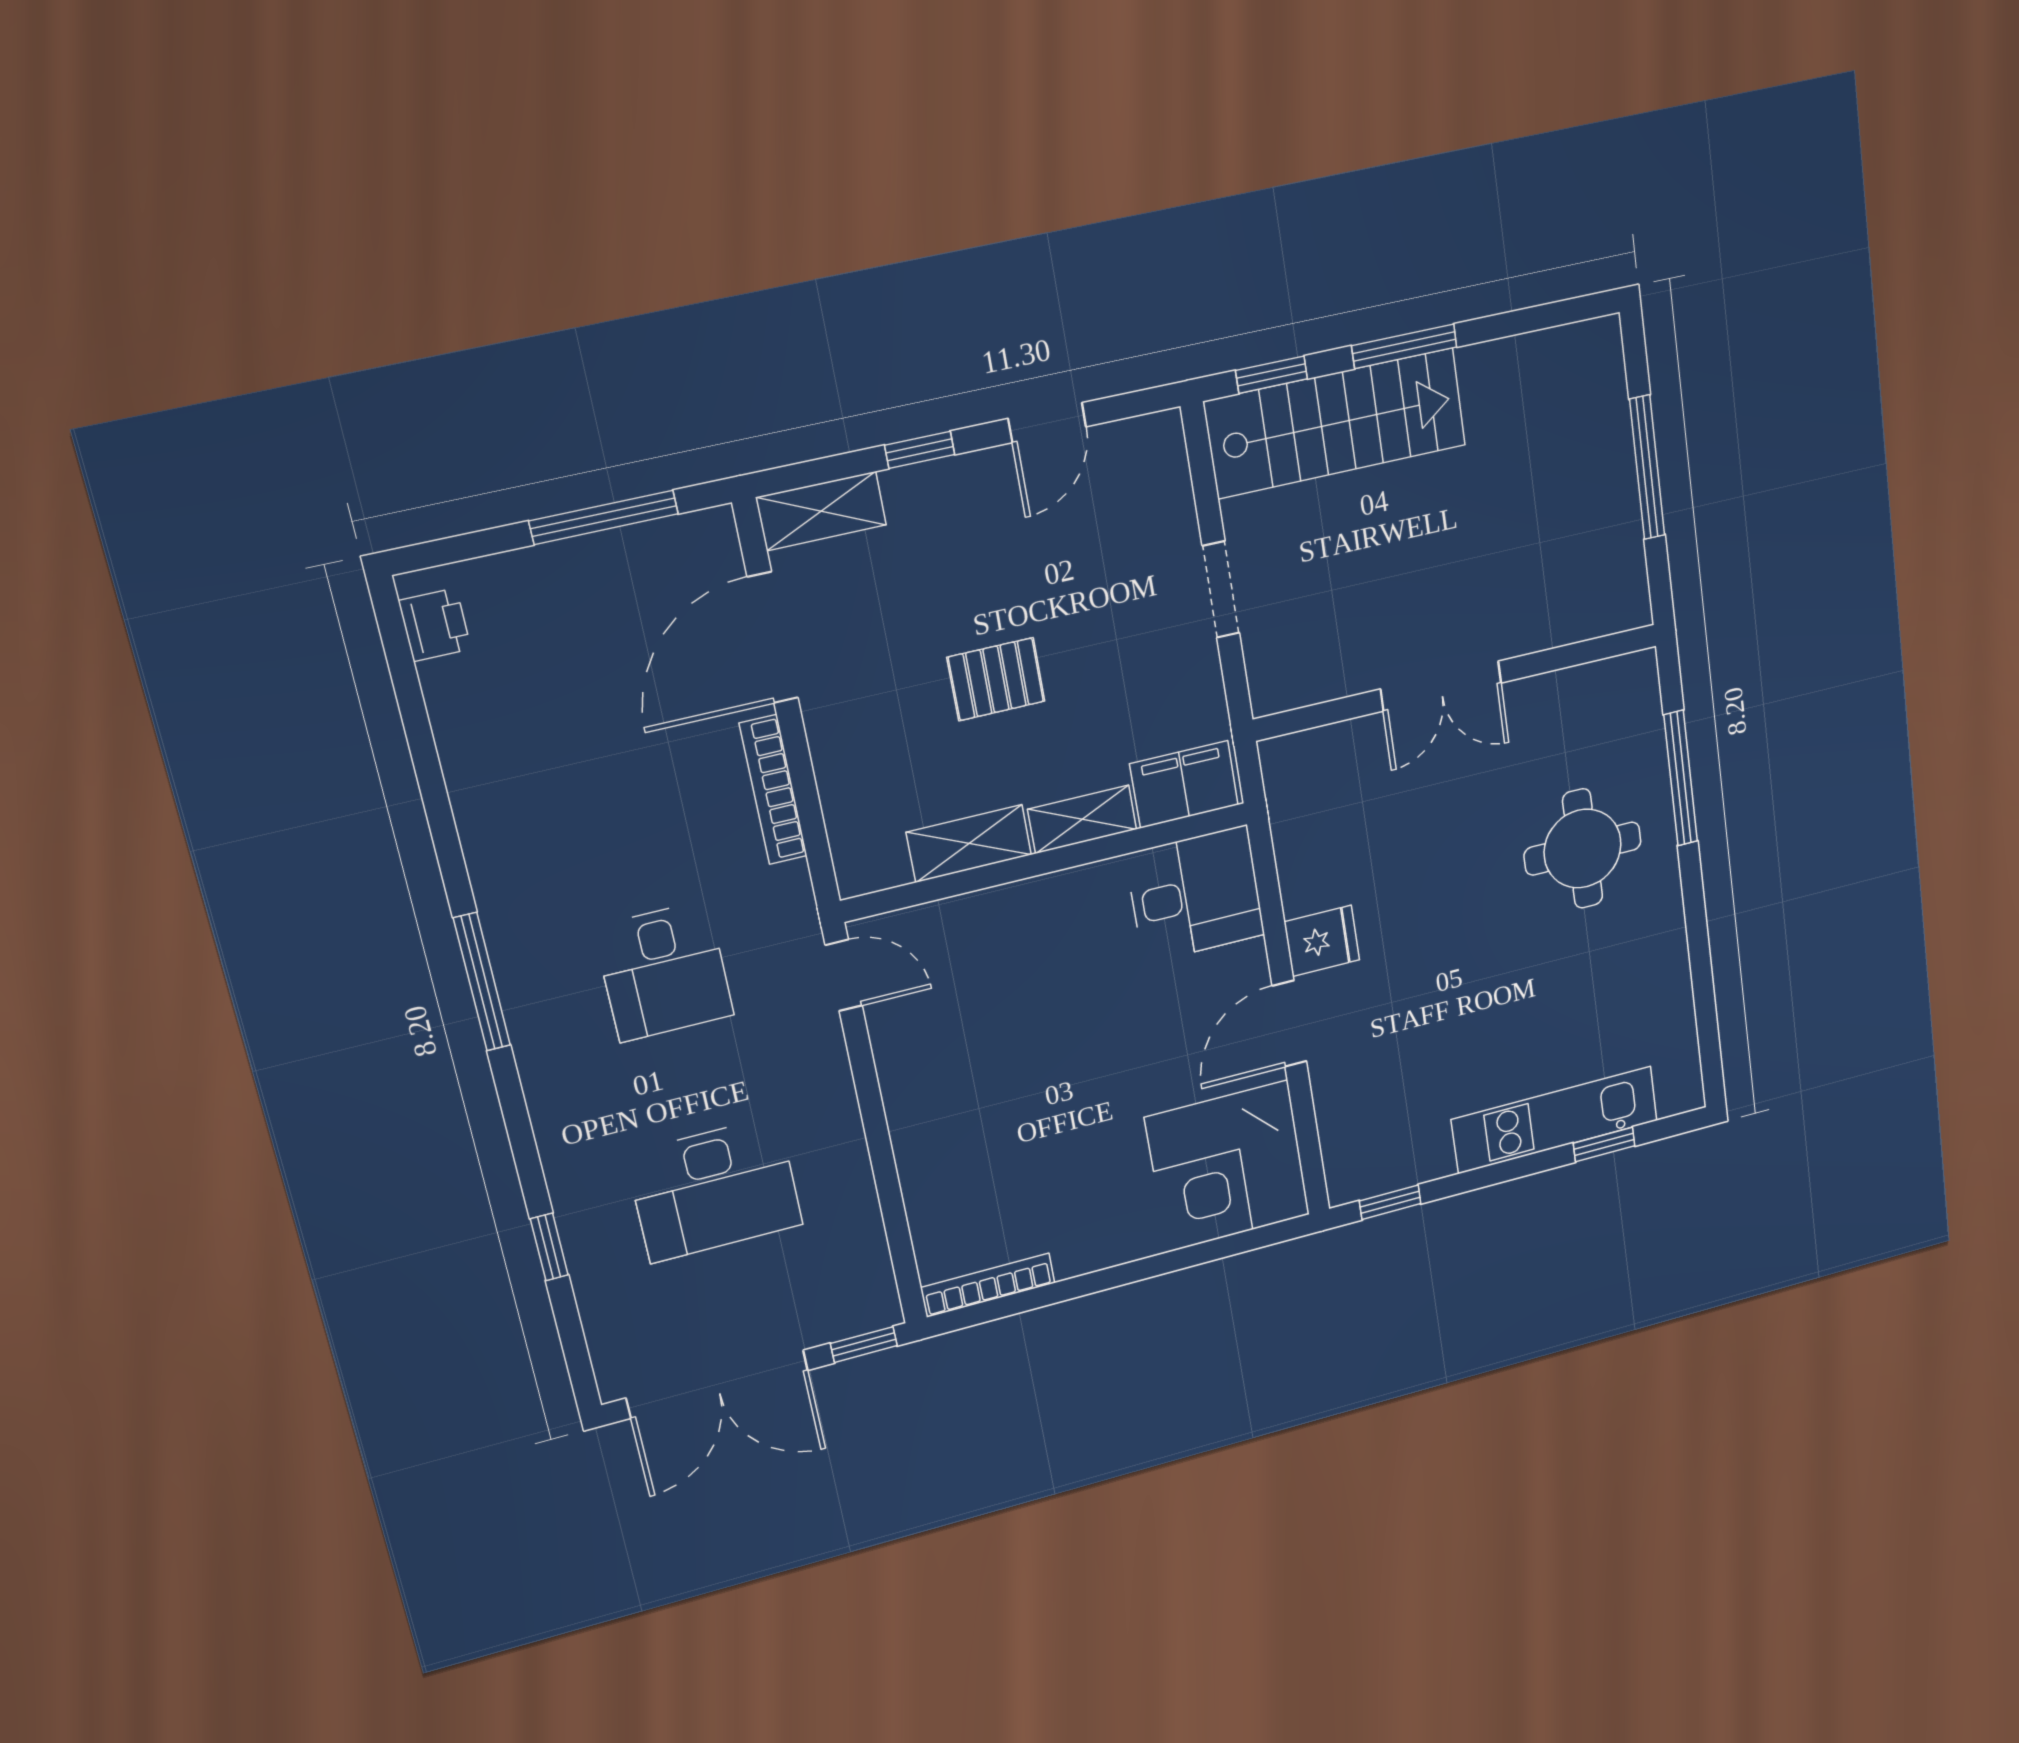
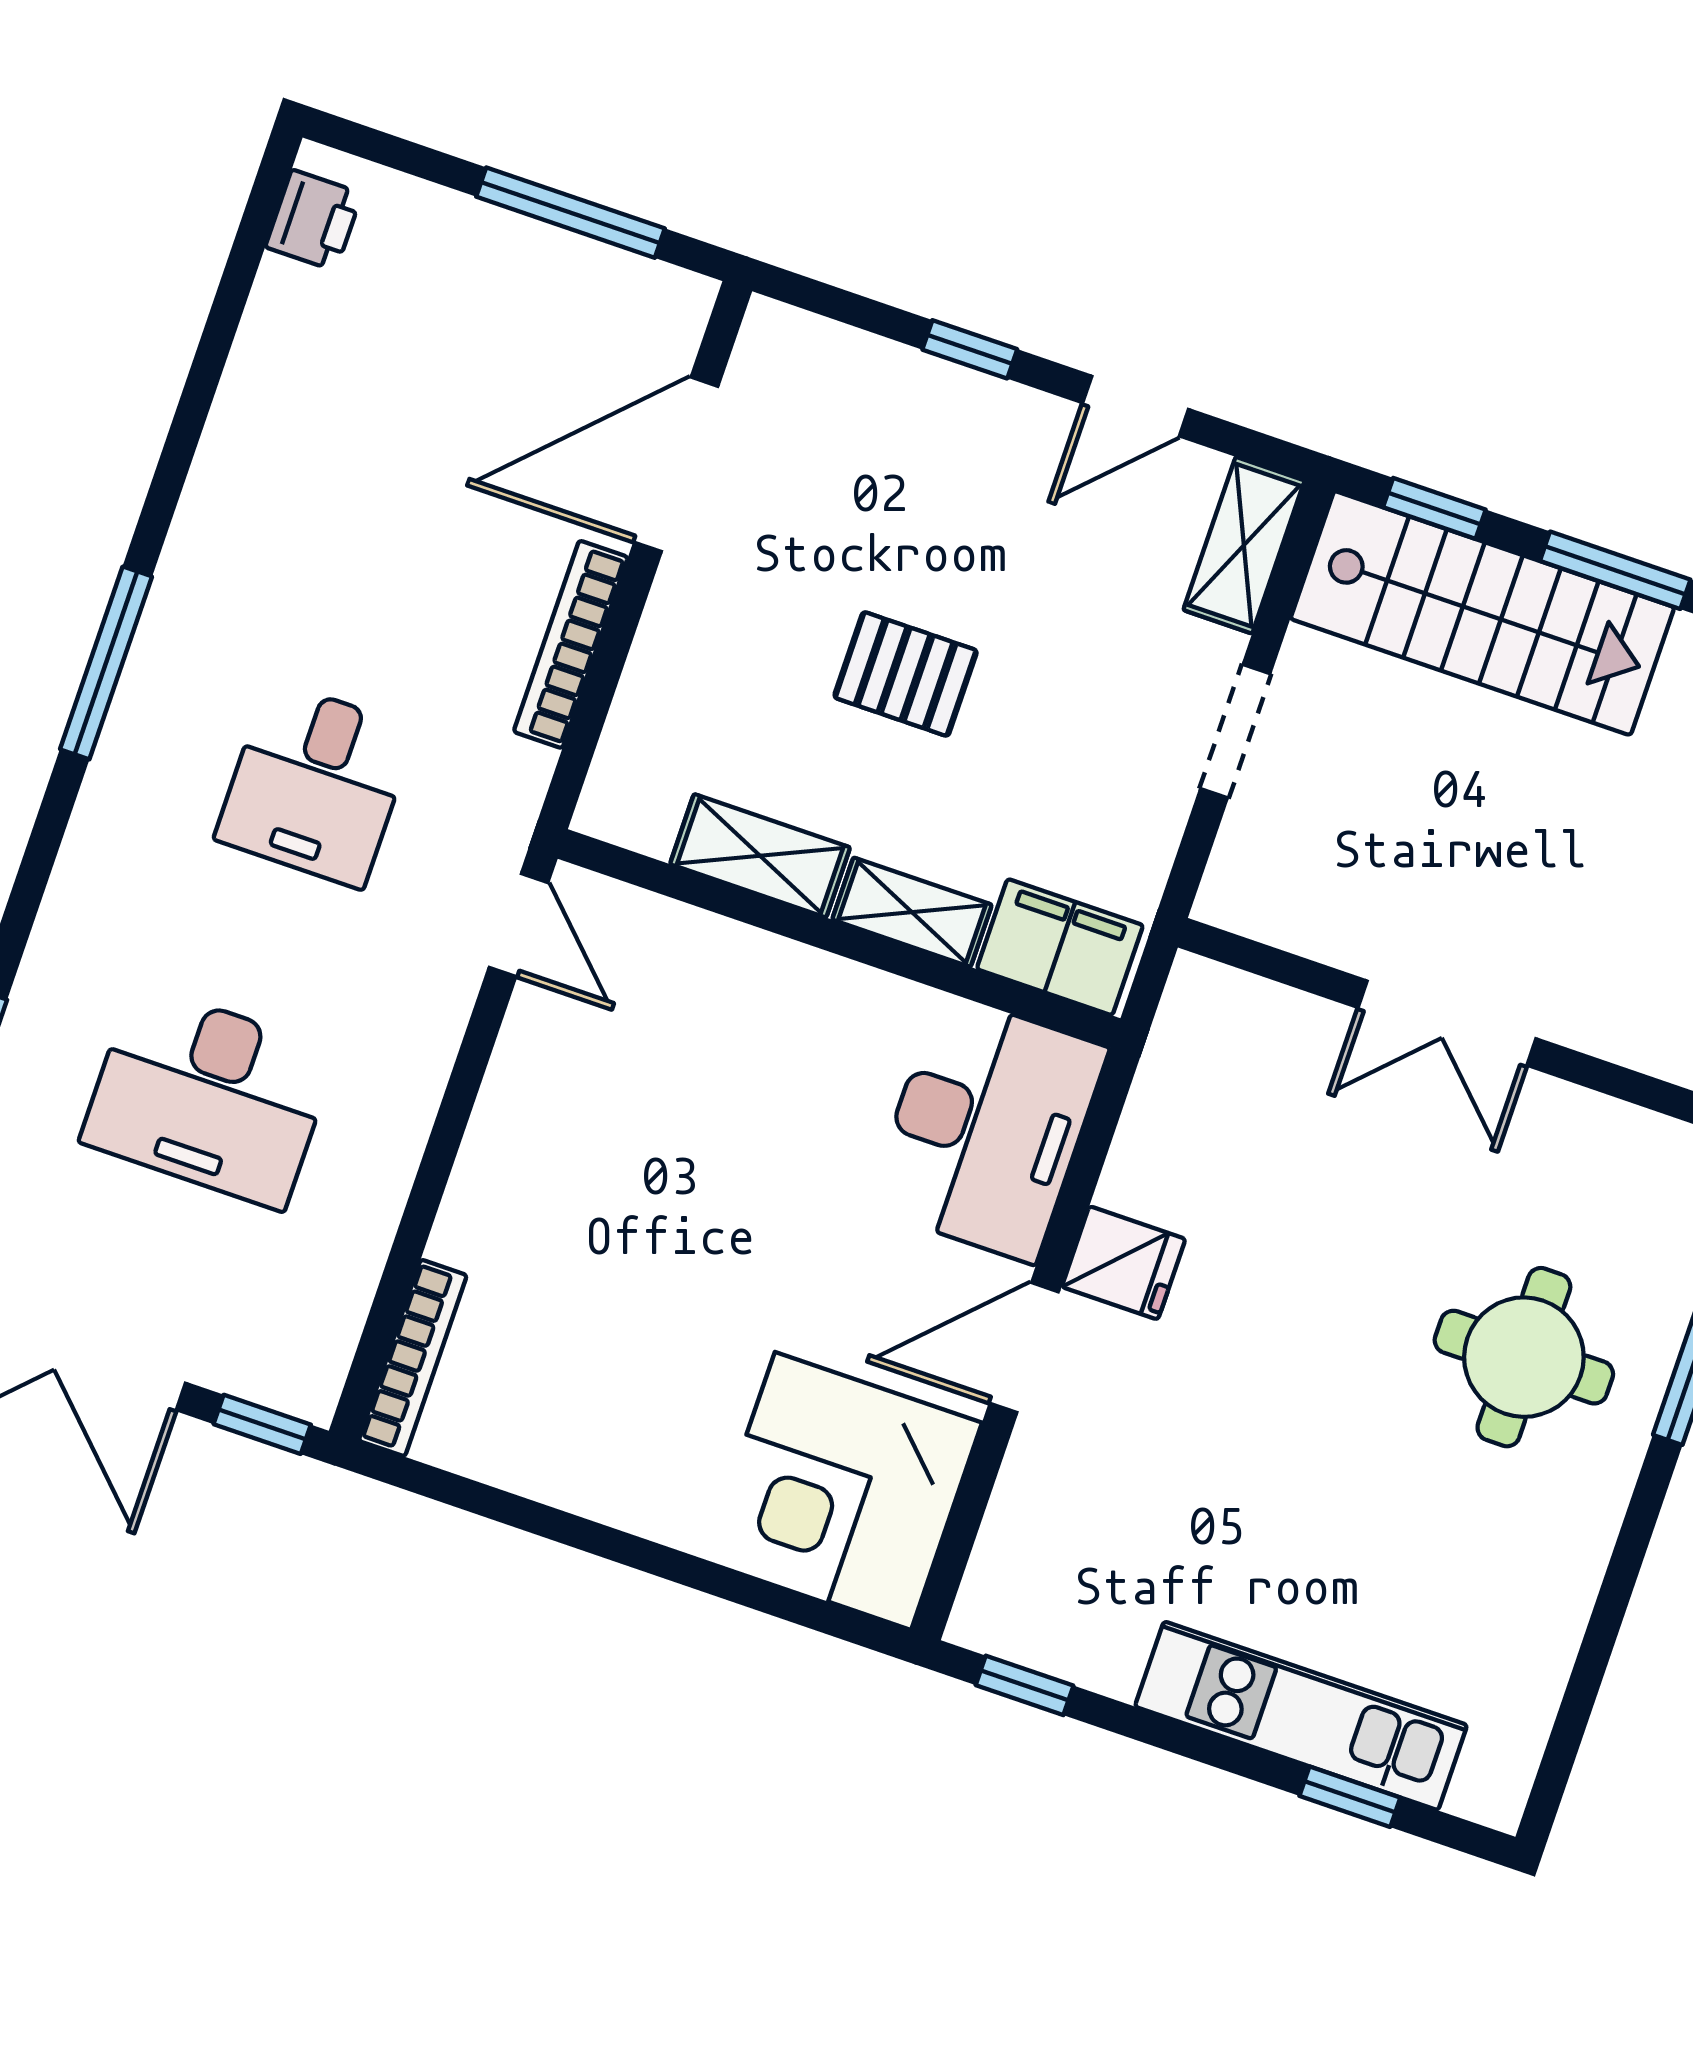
shelving: (821, 511) -> (1244, 545), moved, turned 90
desk: (1195, 895) -> (987, 1128), width x1.37
bookcase: (988, 1285) -> (413, 1358), moved, turned 90

